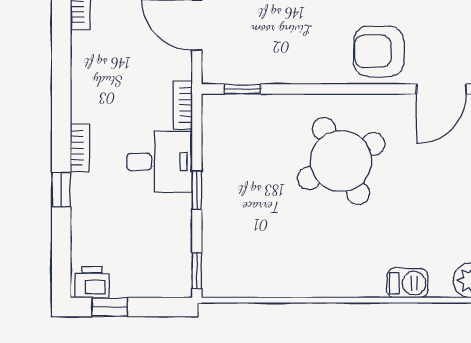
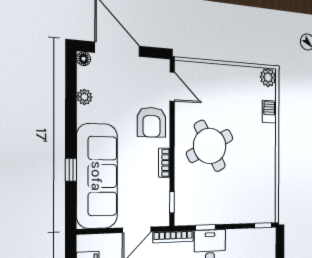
bookcase: (310, 74) -> (164, 163), added
bookcase: (183, 105) -> (173, 237), width x1.56
window: (197, 190) -> (206, 227), moved

